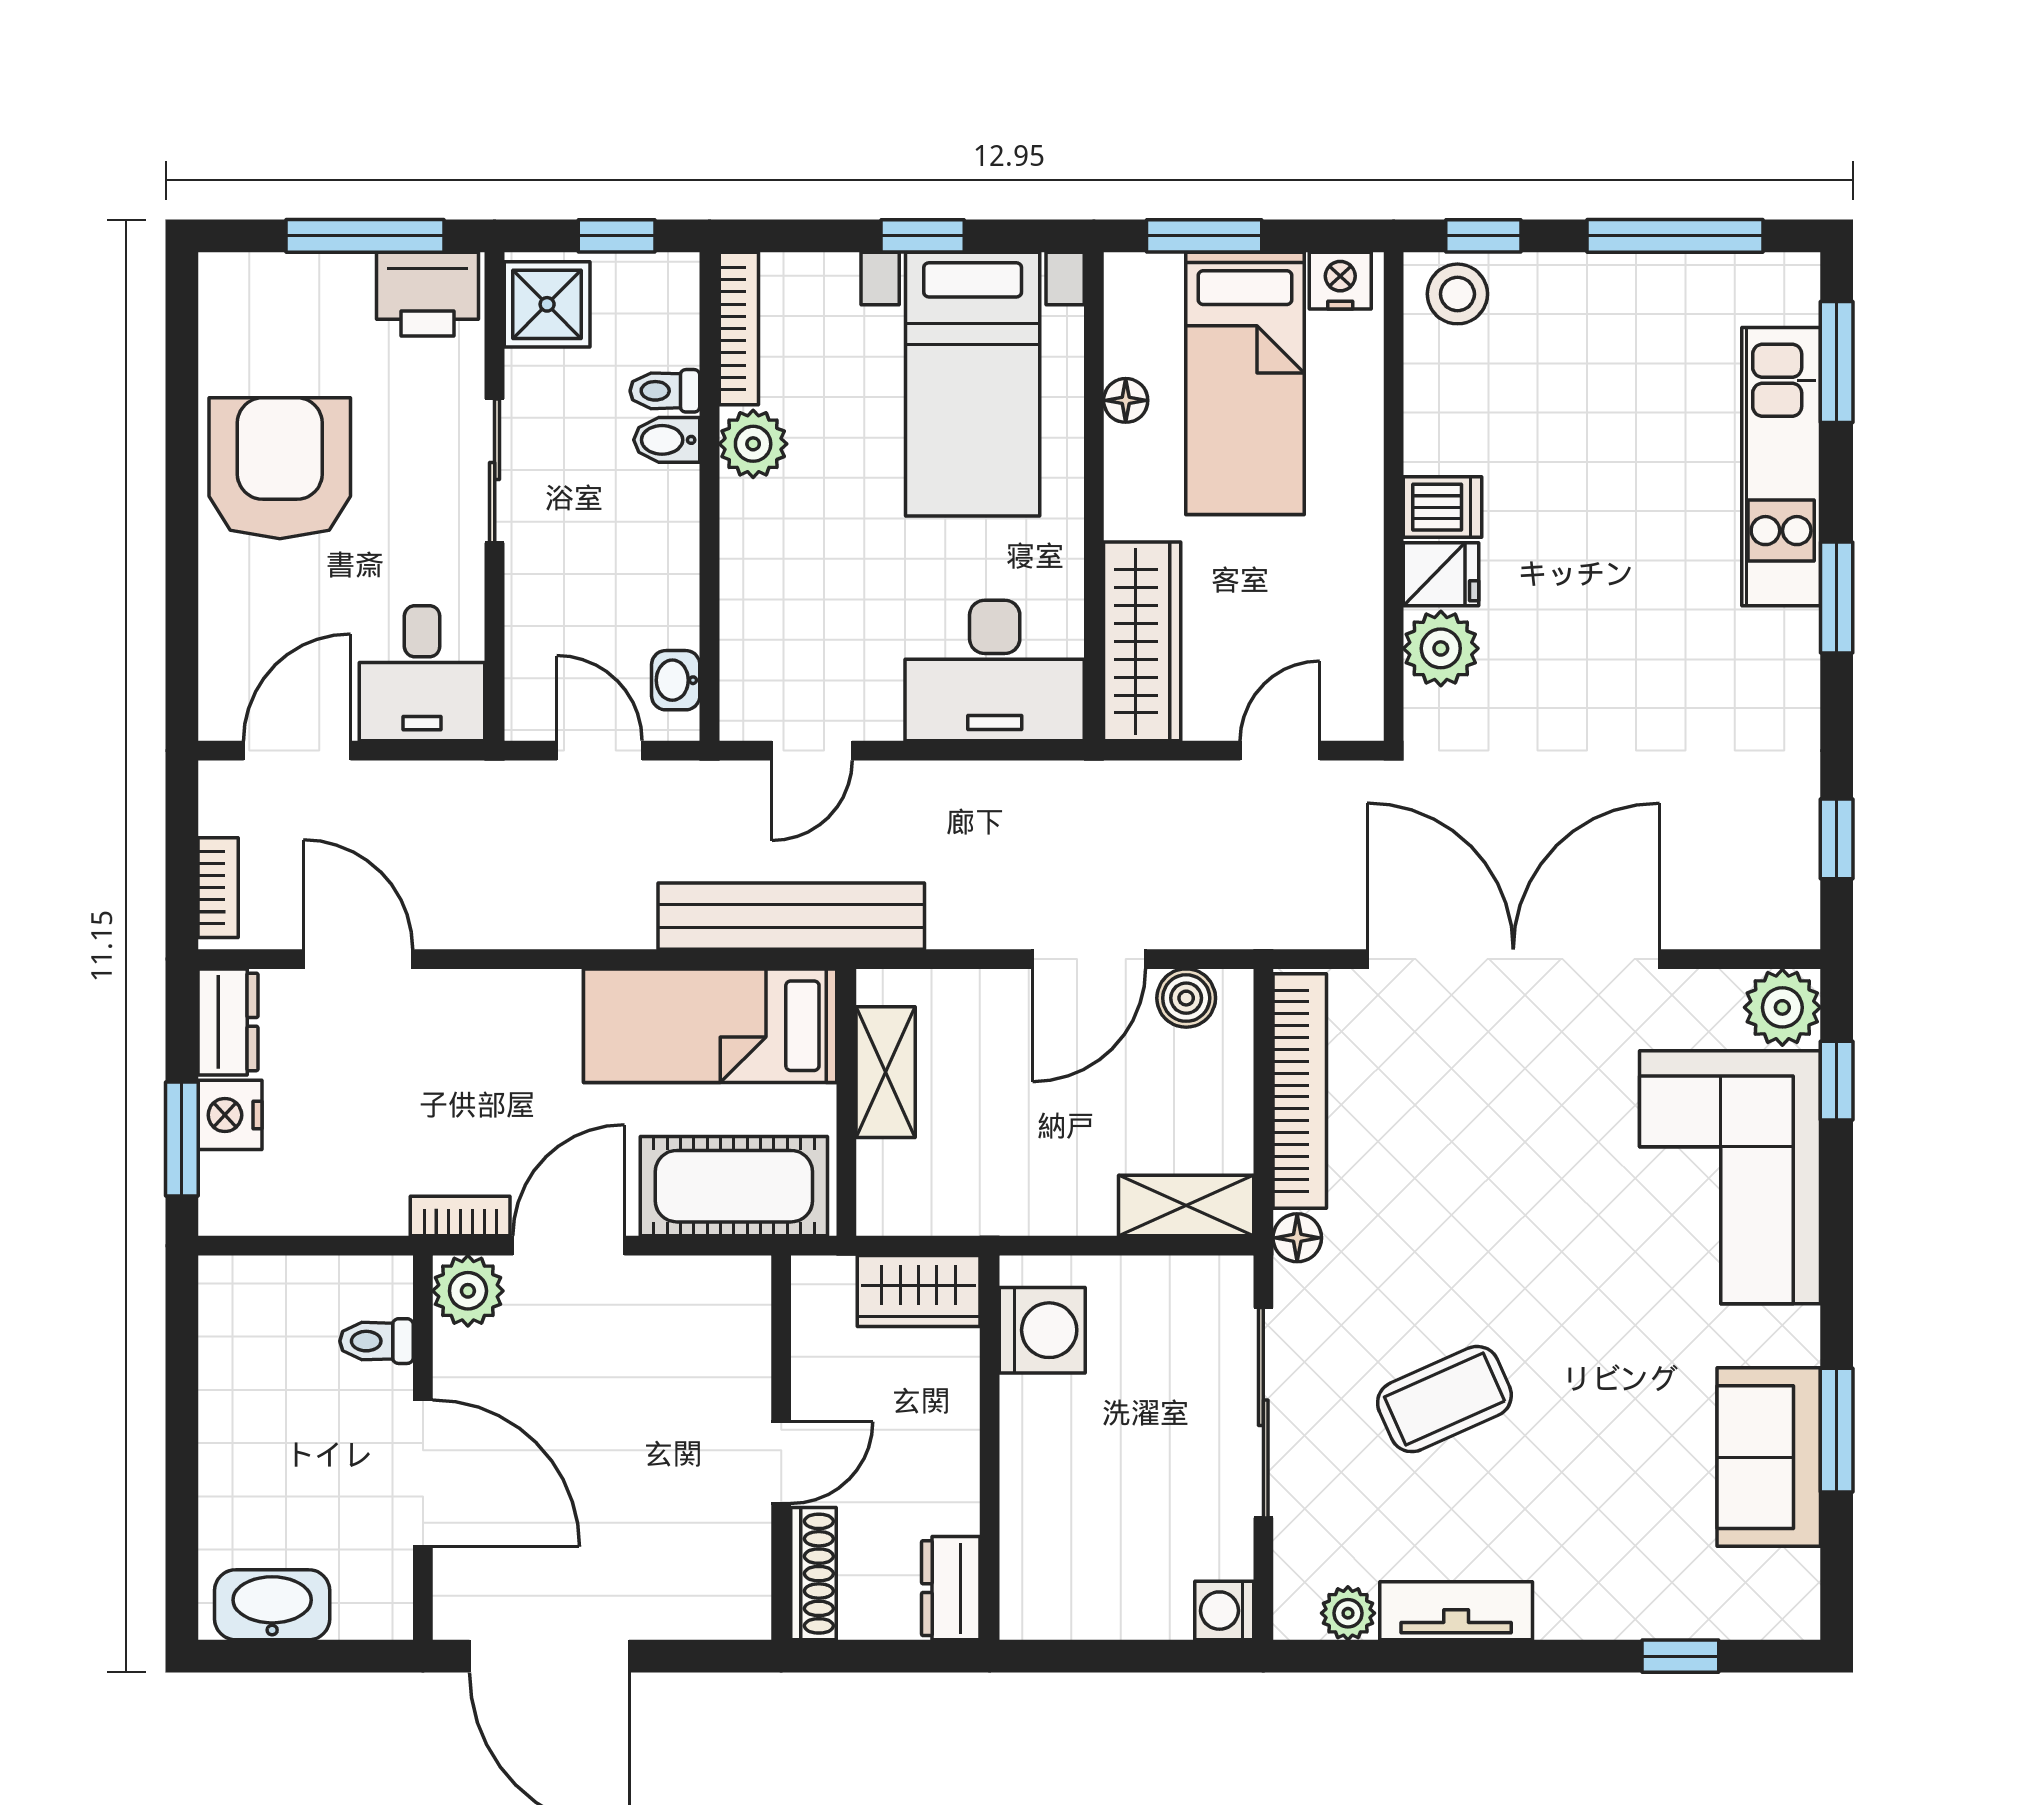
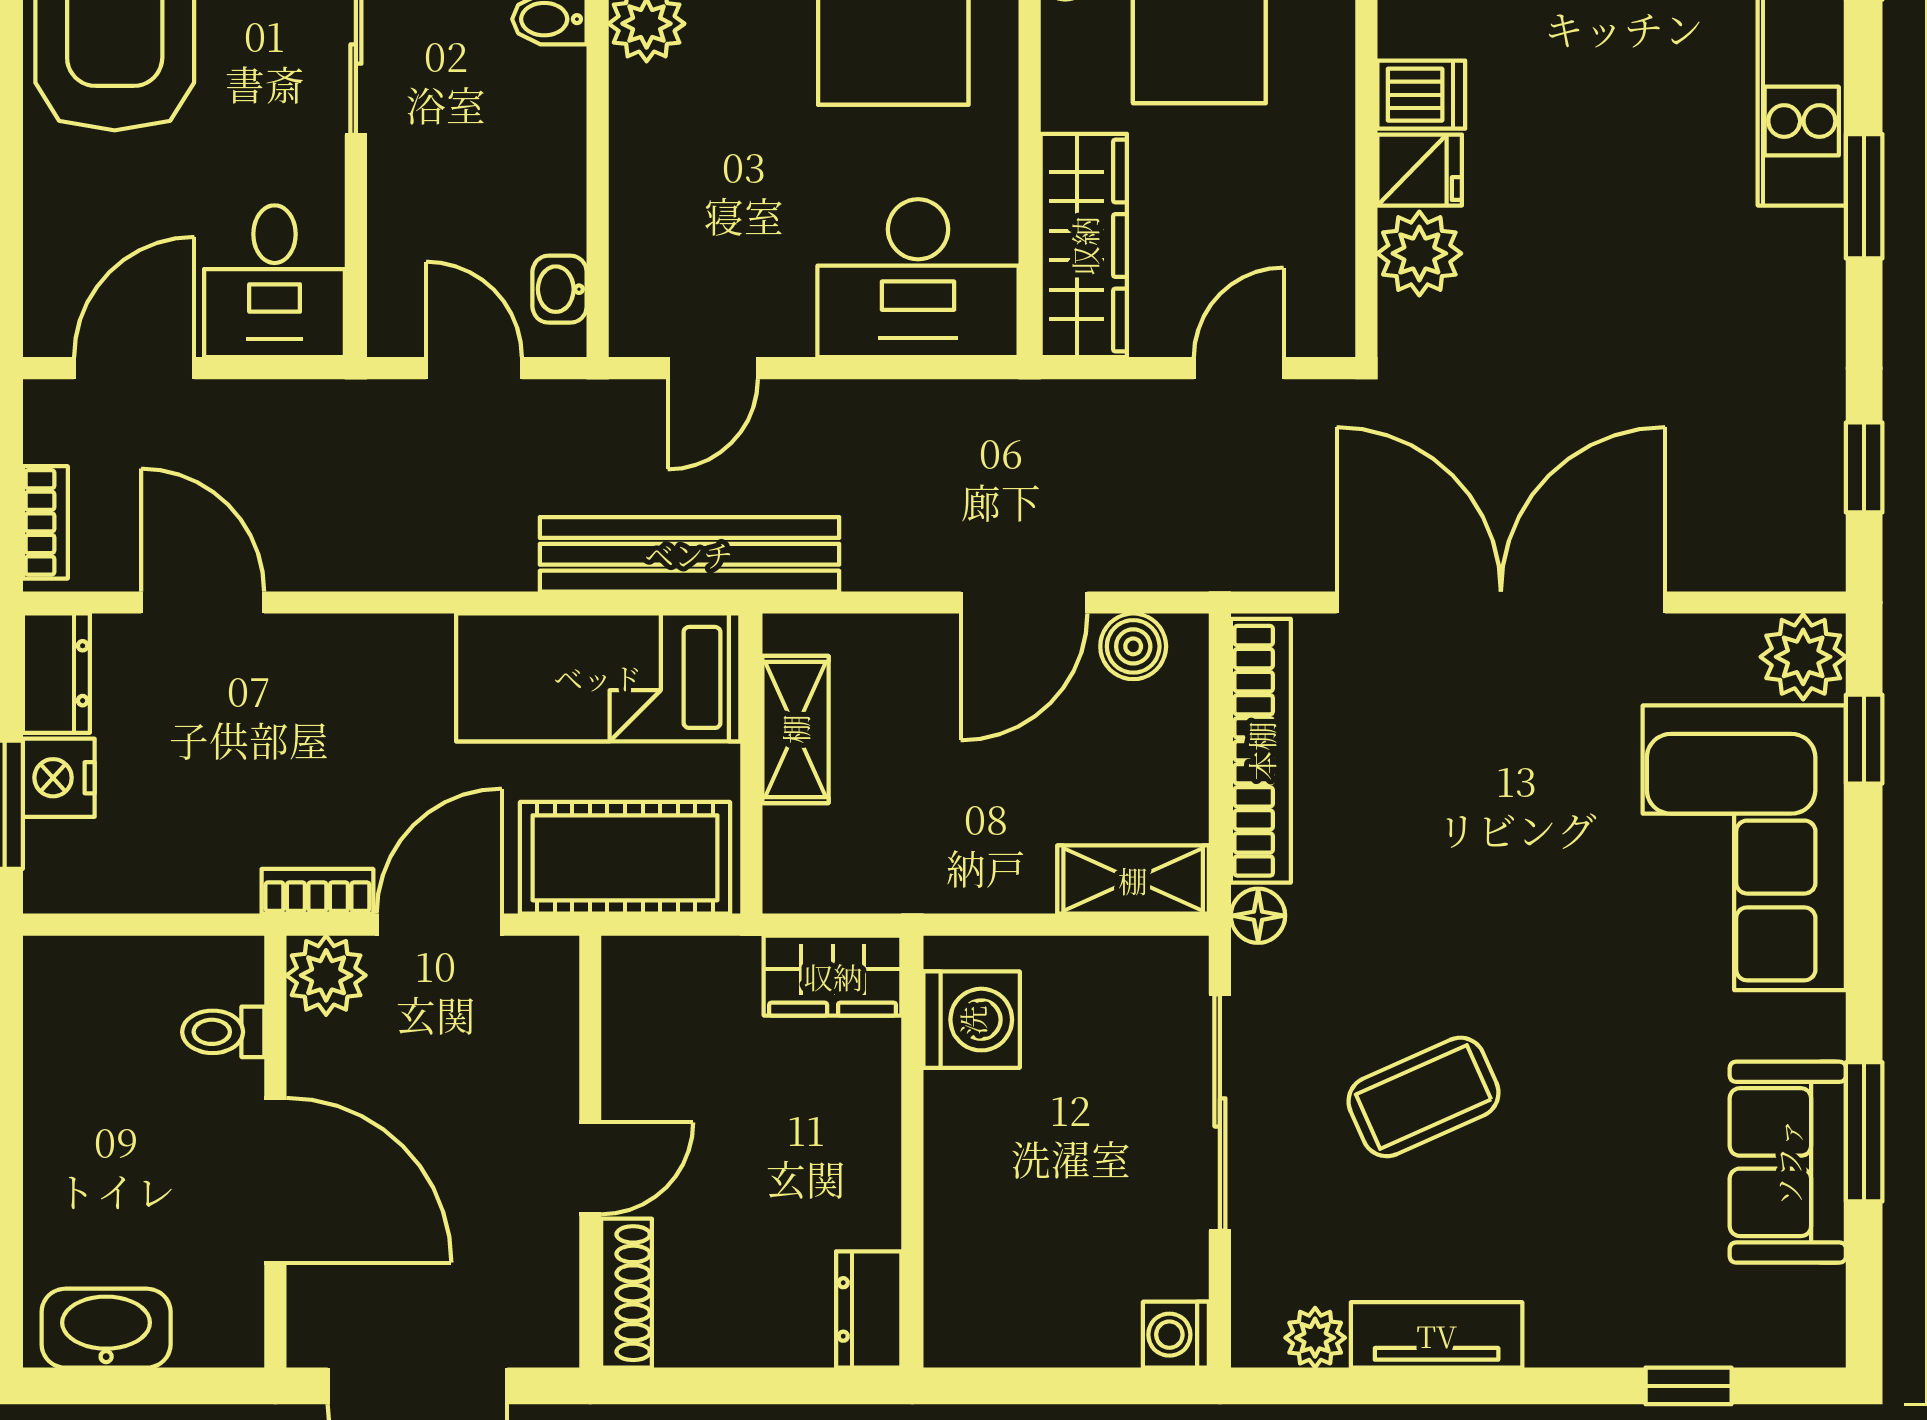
wall: (781, 1448) -> (590, 1152), moved
door: (781, 1463) -> (590, 1168), moved
shoe rack: (813, 1574) -> (627, 1293), moved

